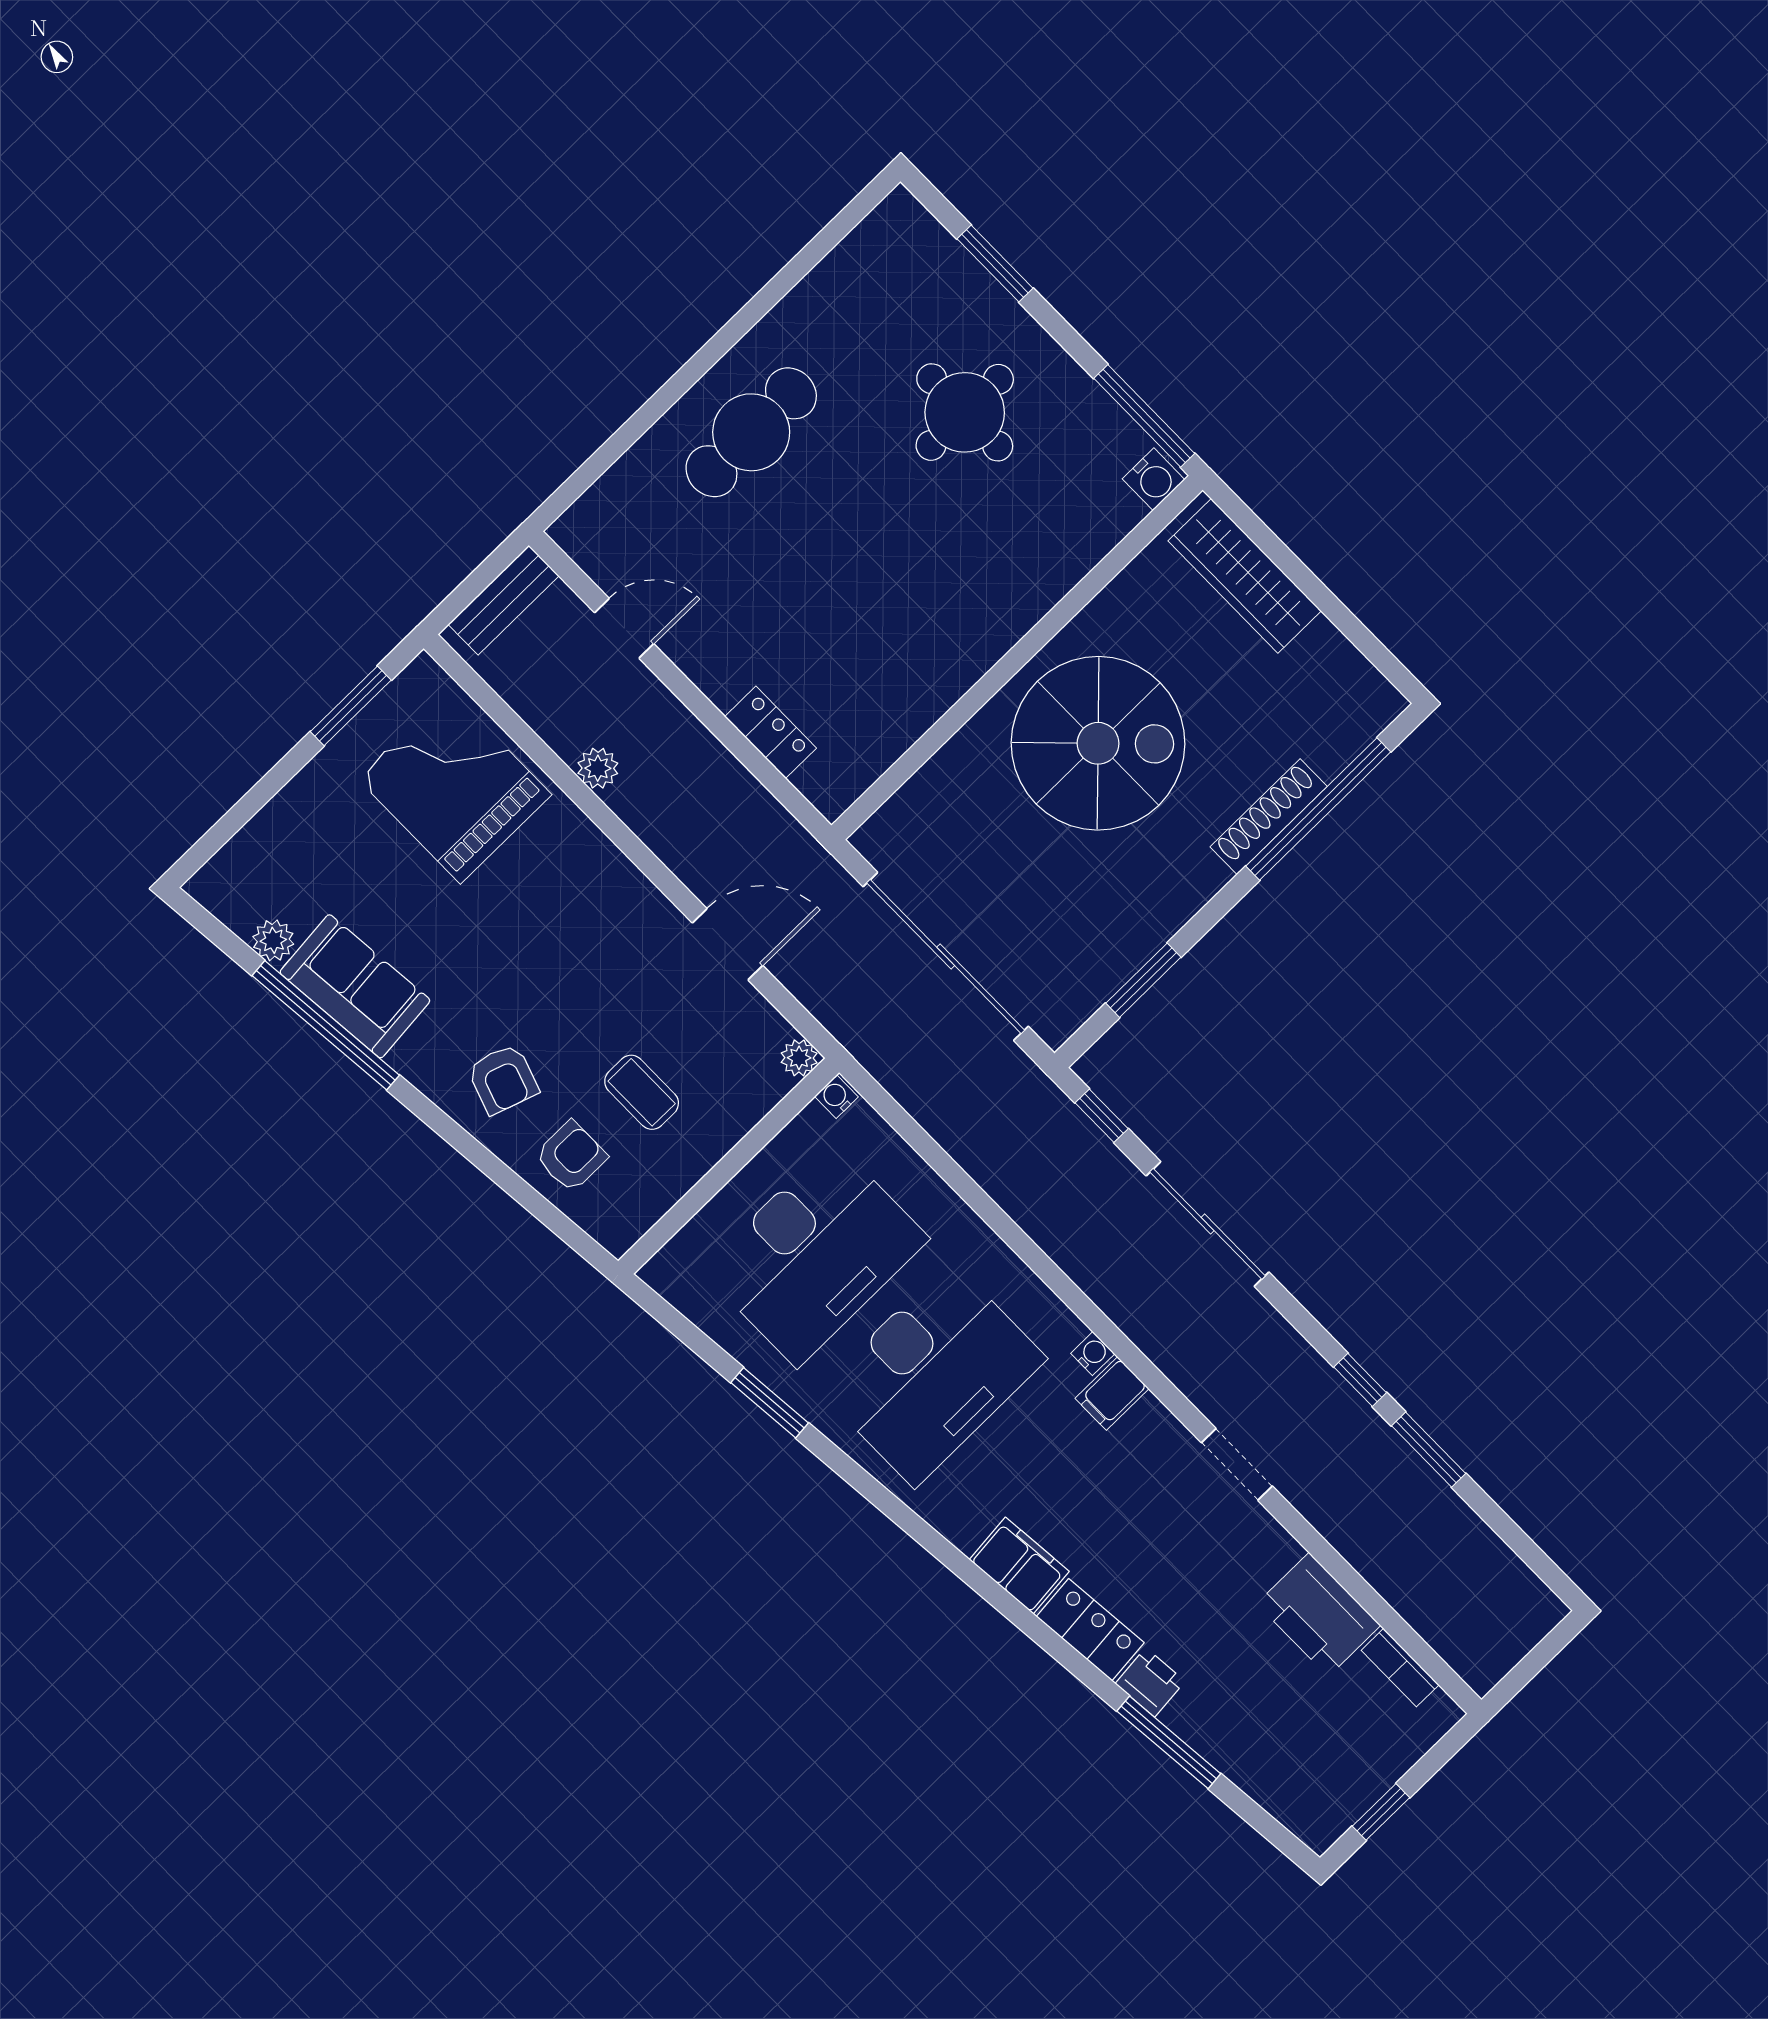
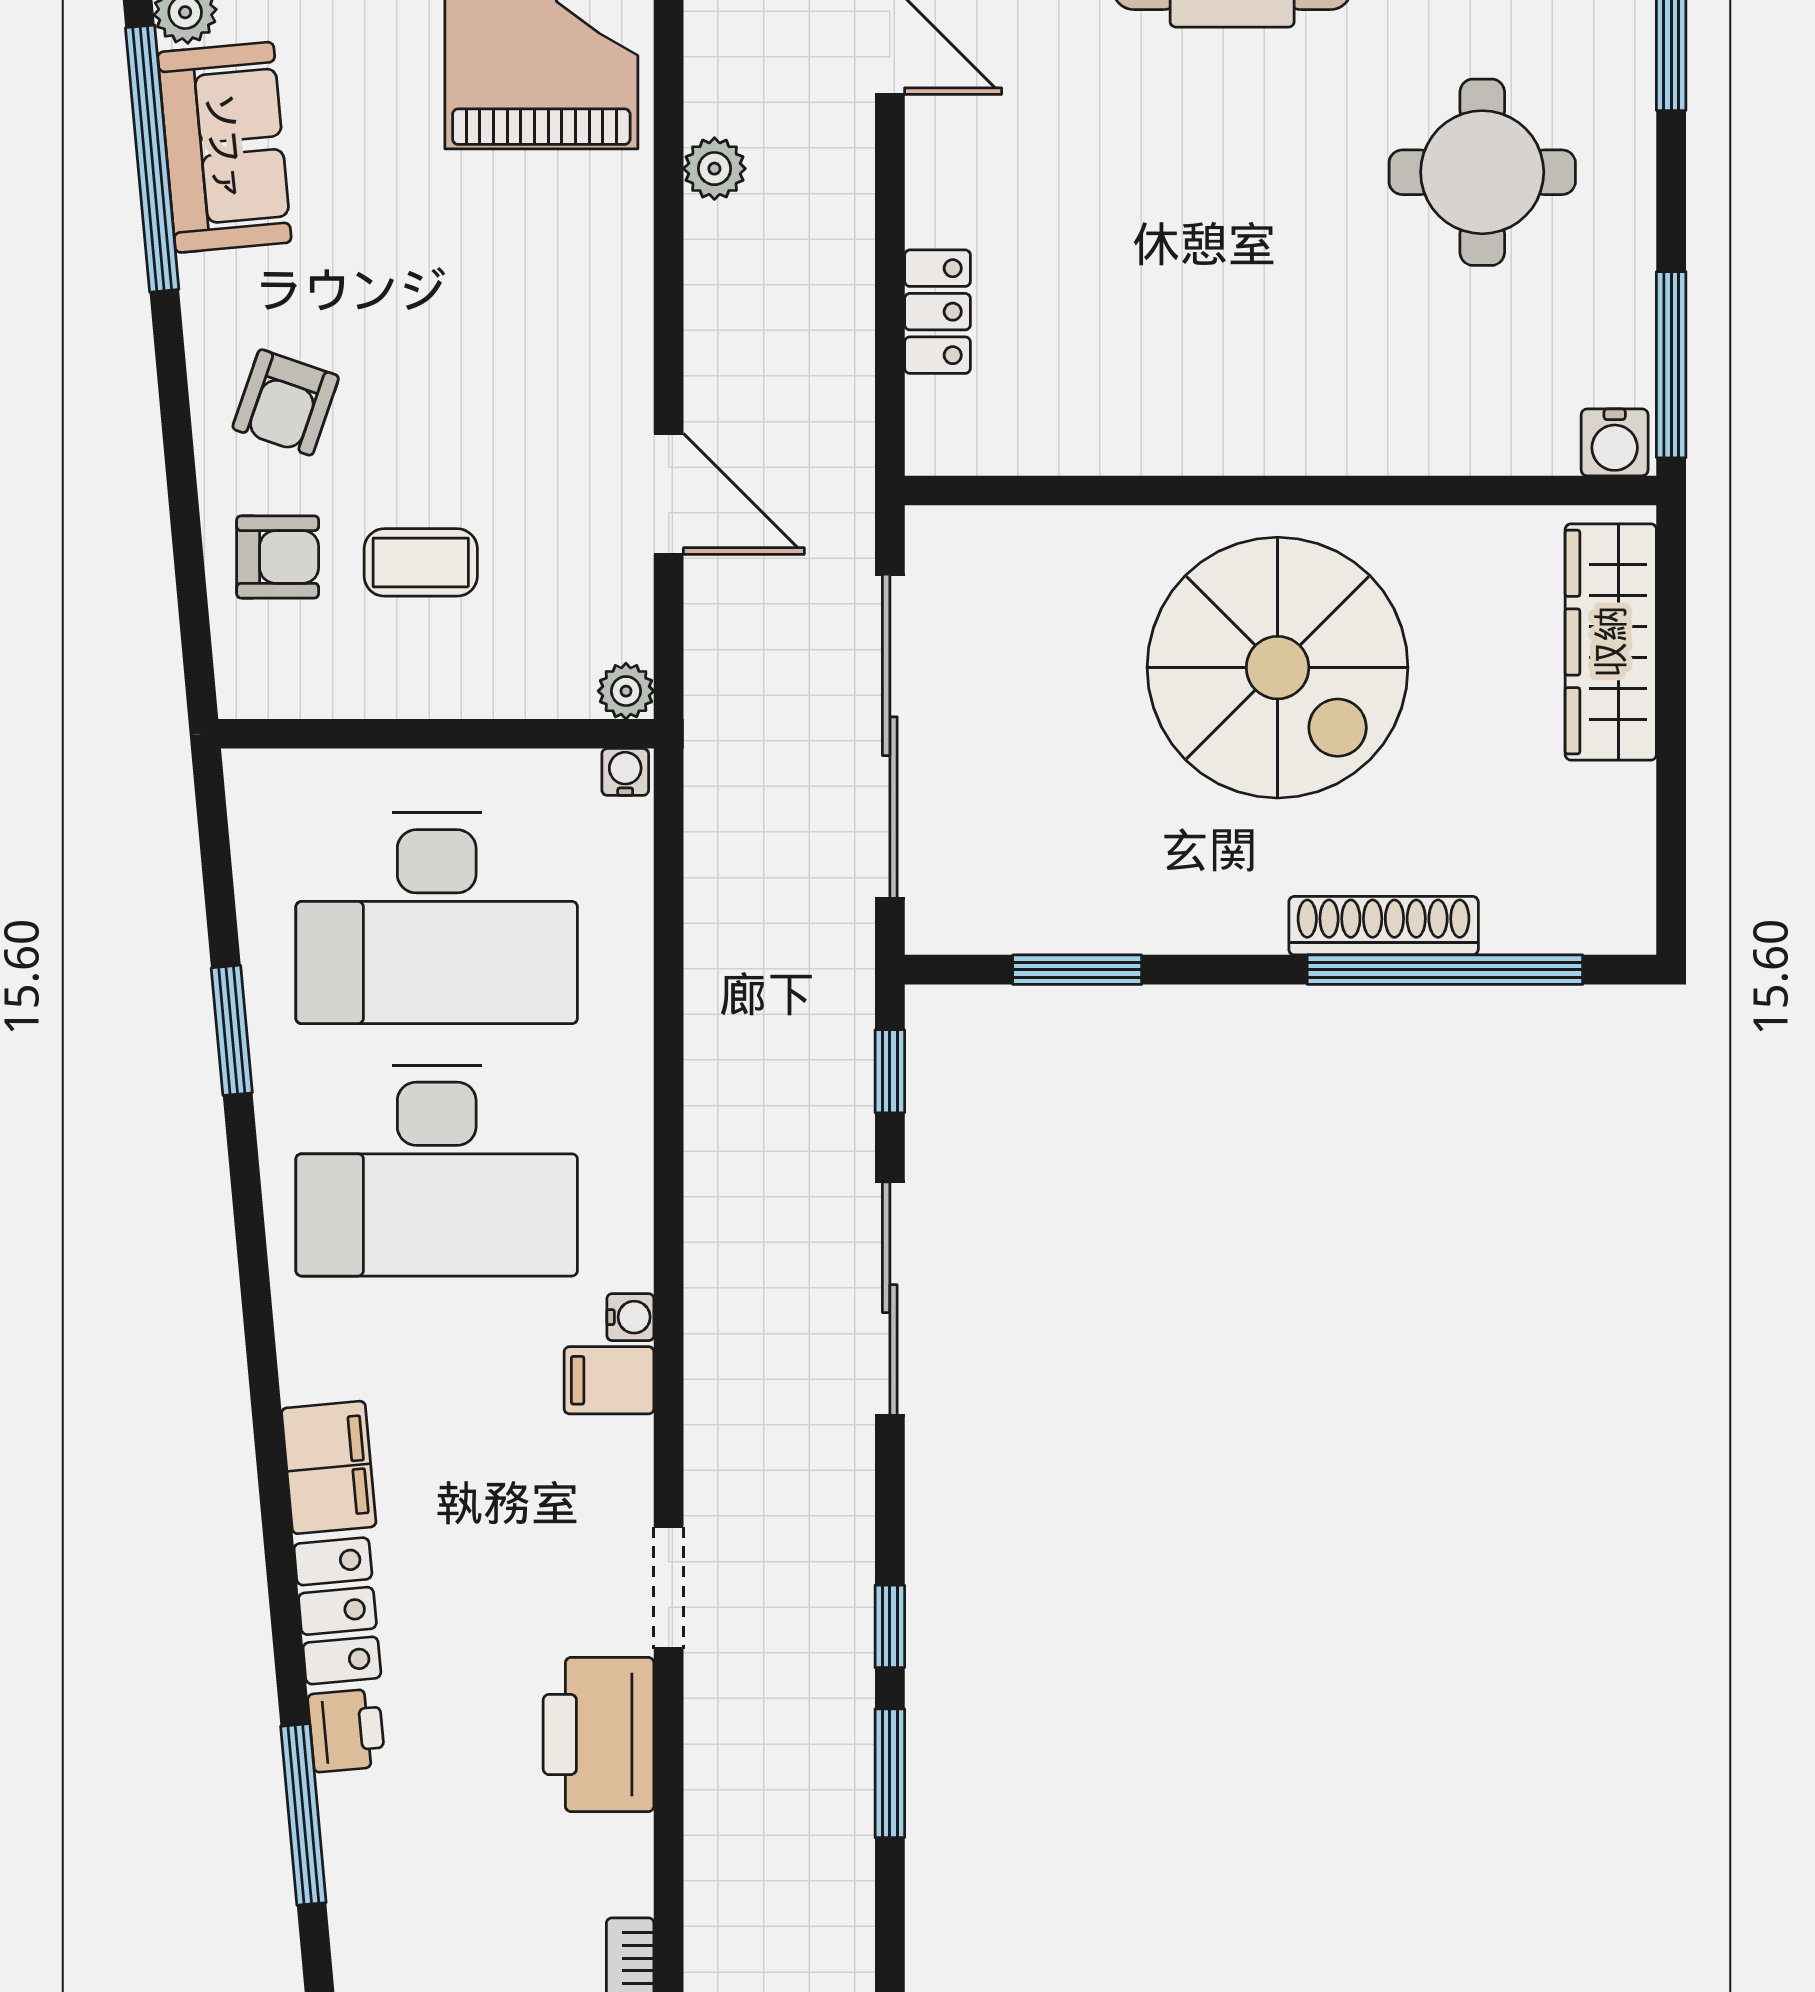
coffee table: (642, 1092) -> (421, 562), turned 90
printer: (1319, 1615) -> (599, 1735), moved

